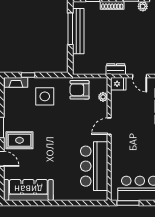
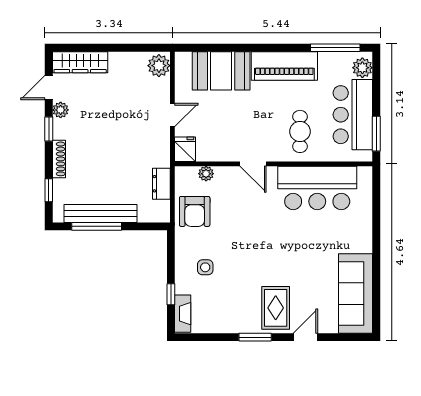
dresser: (116, 69) -> (161, 184), moved
side table: (45, 96) -> (205, 267), width x0.54, depth x0.54
cafe table: (129, 155) -> (300, 131), added

